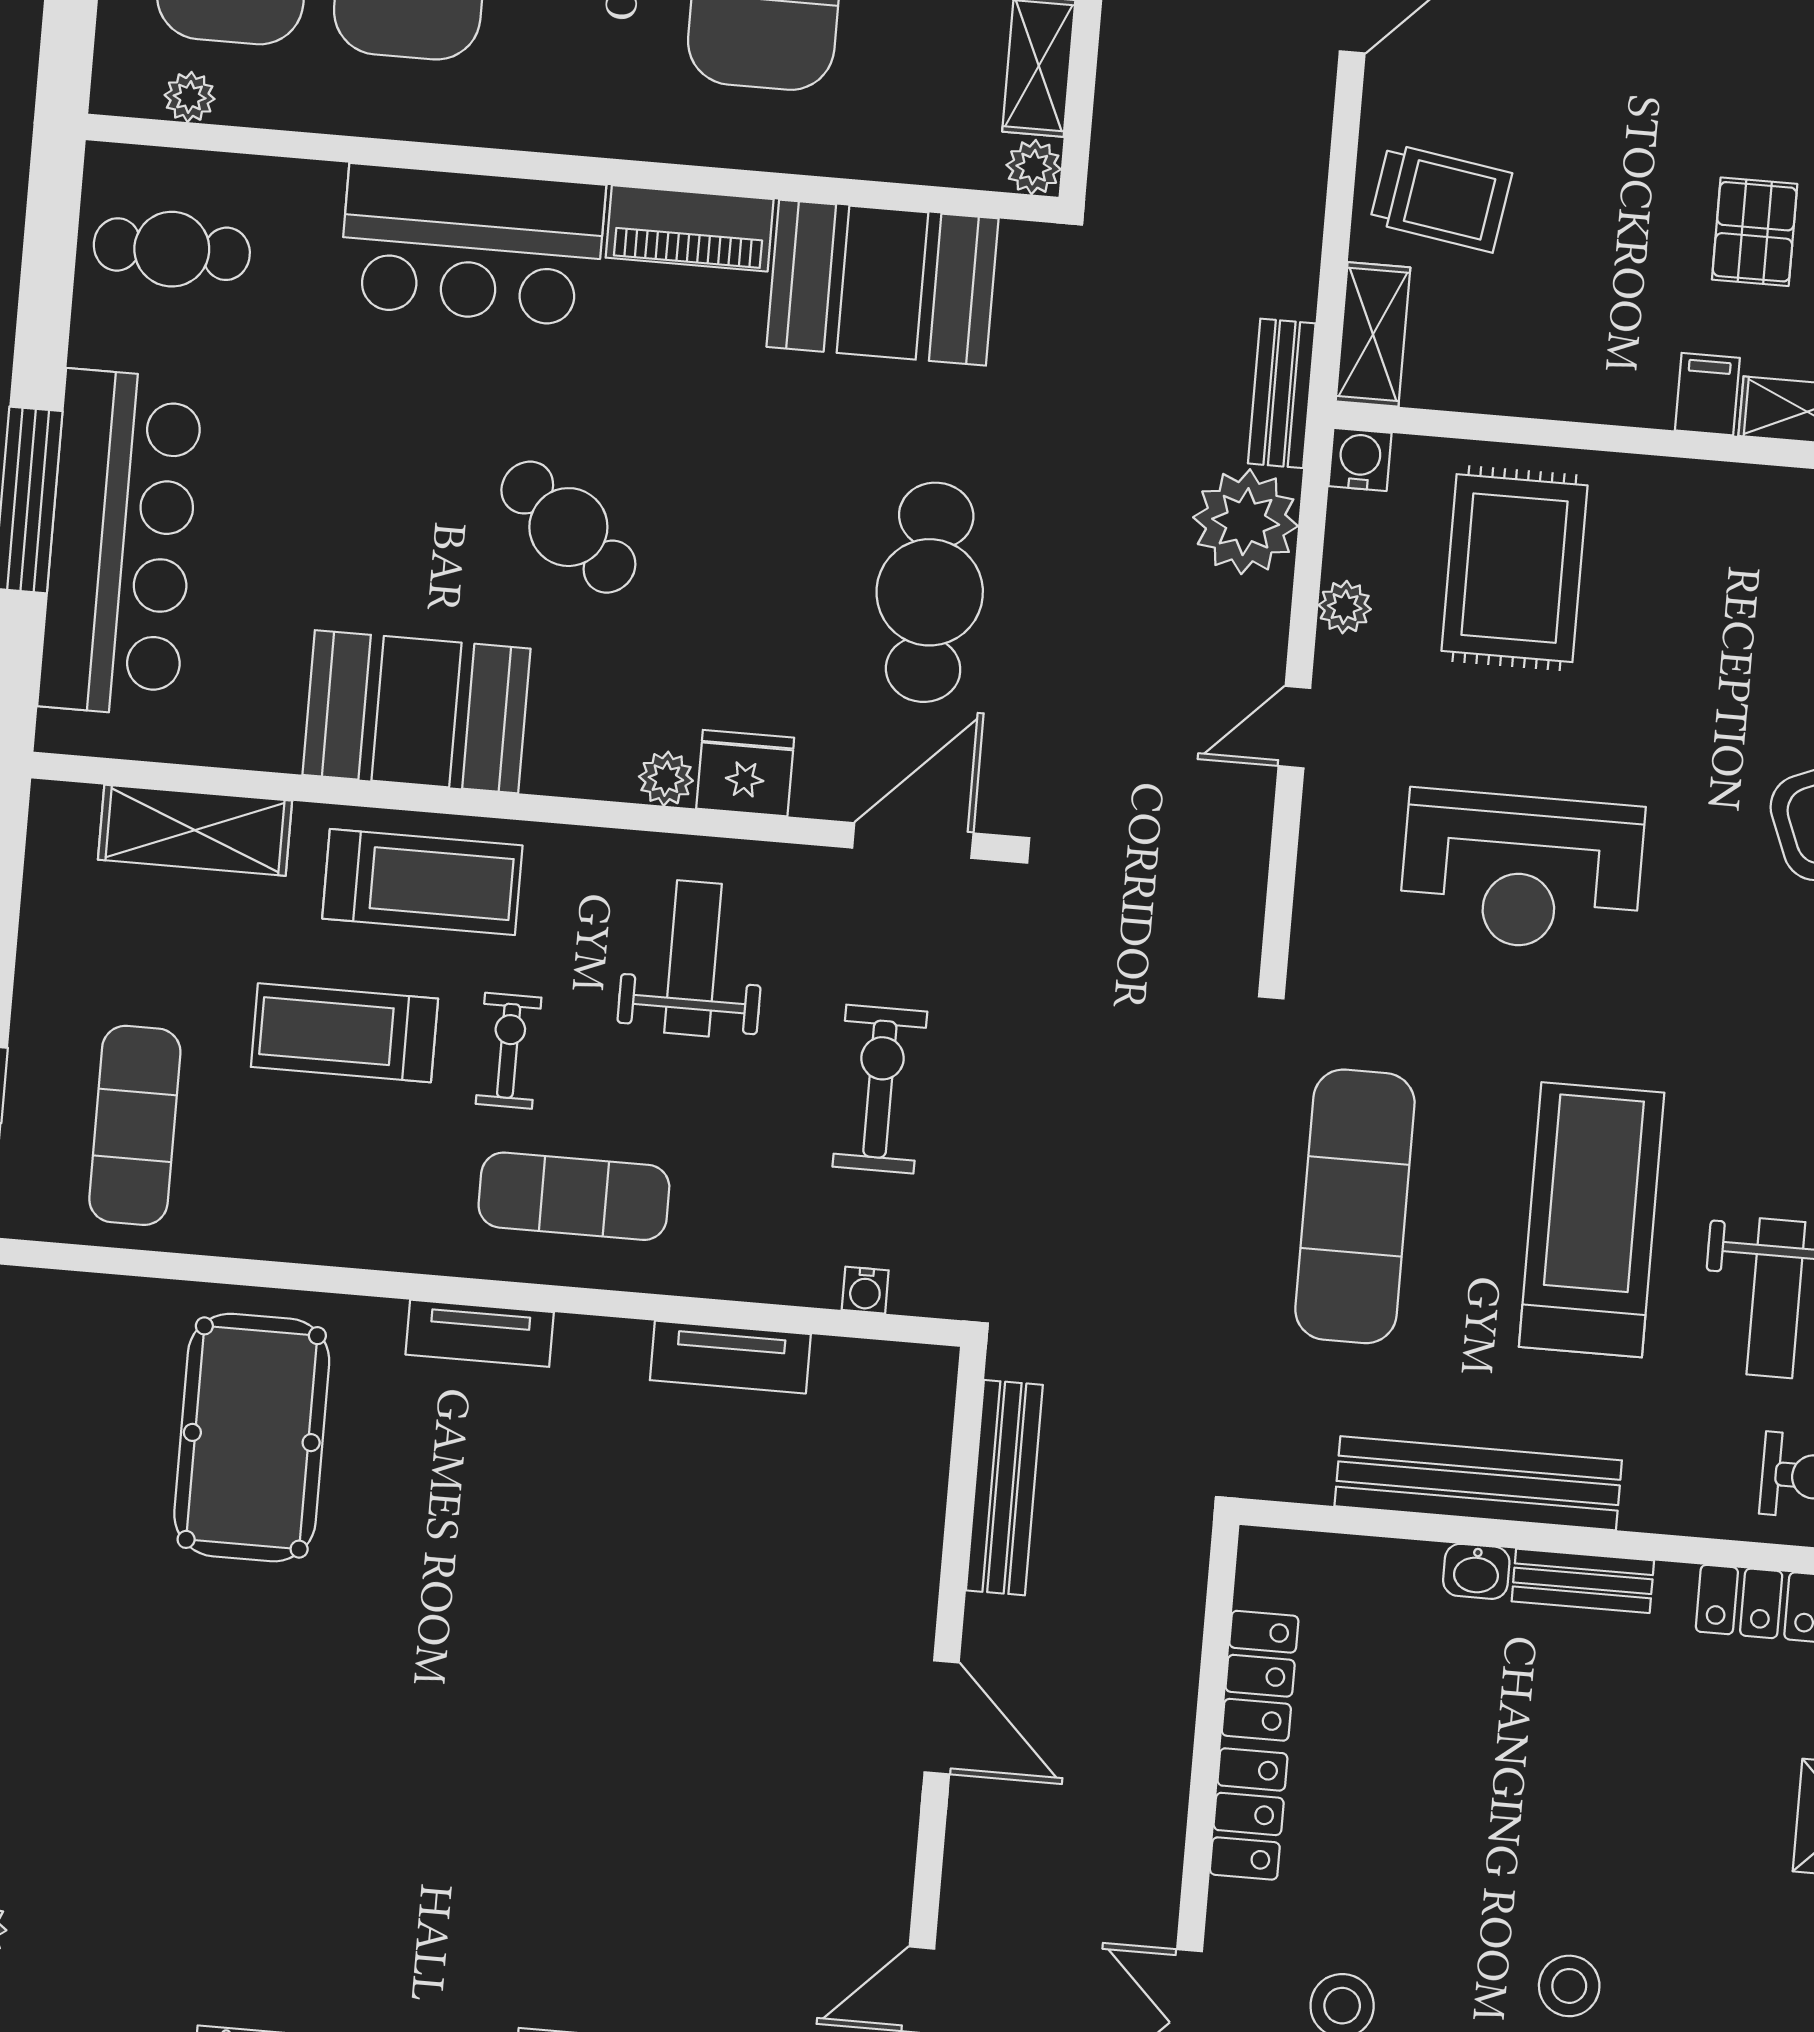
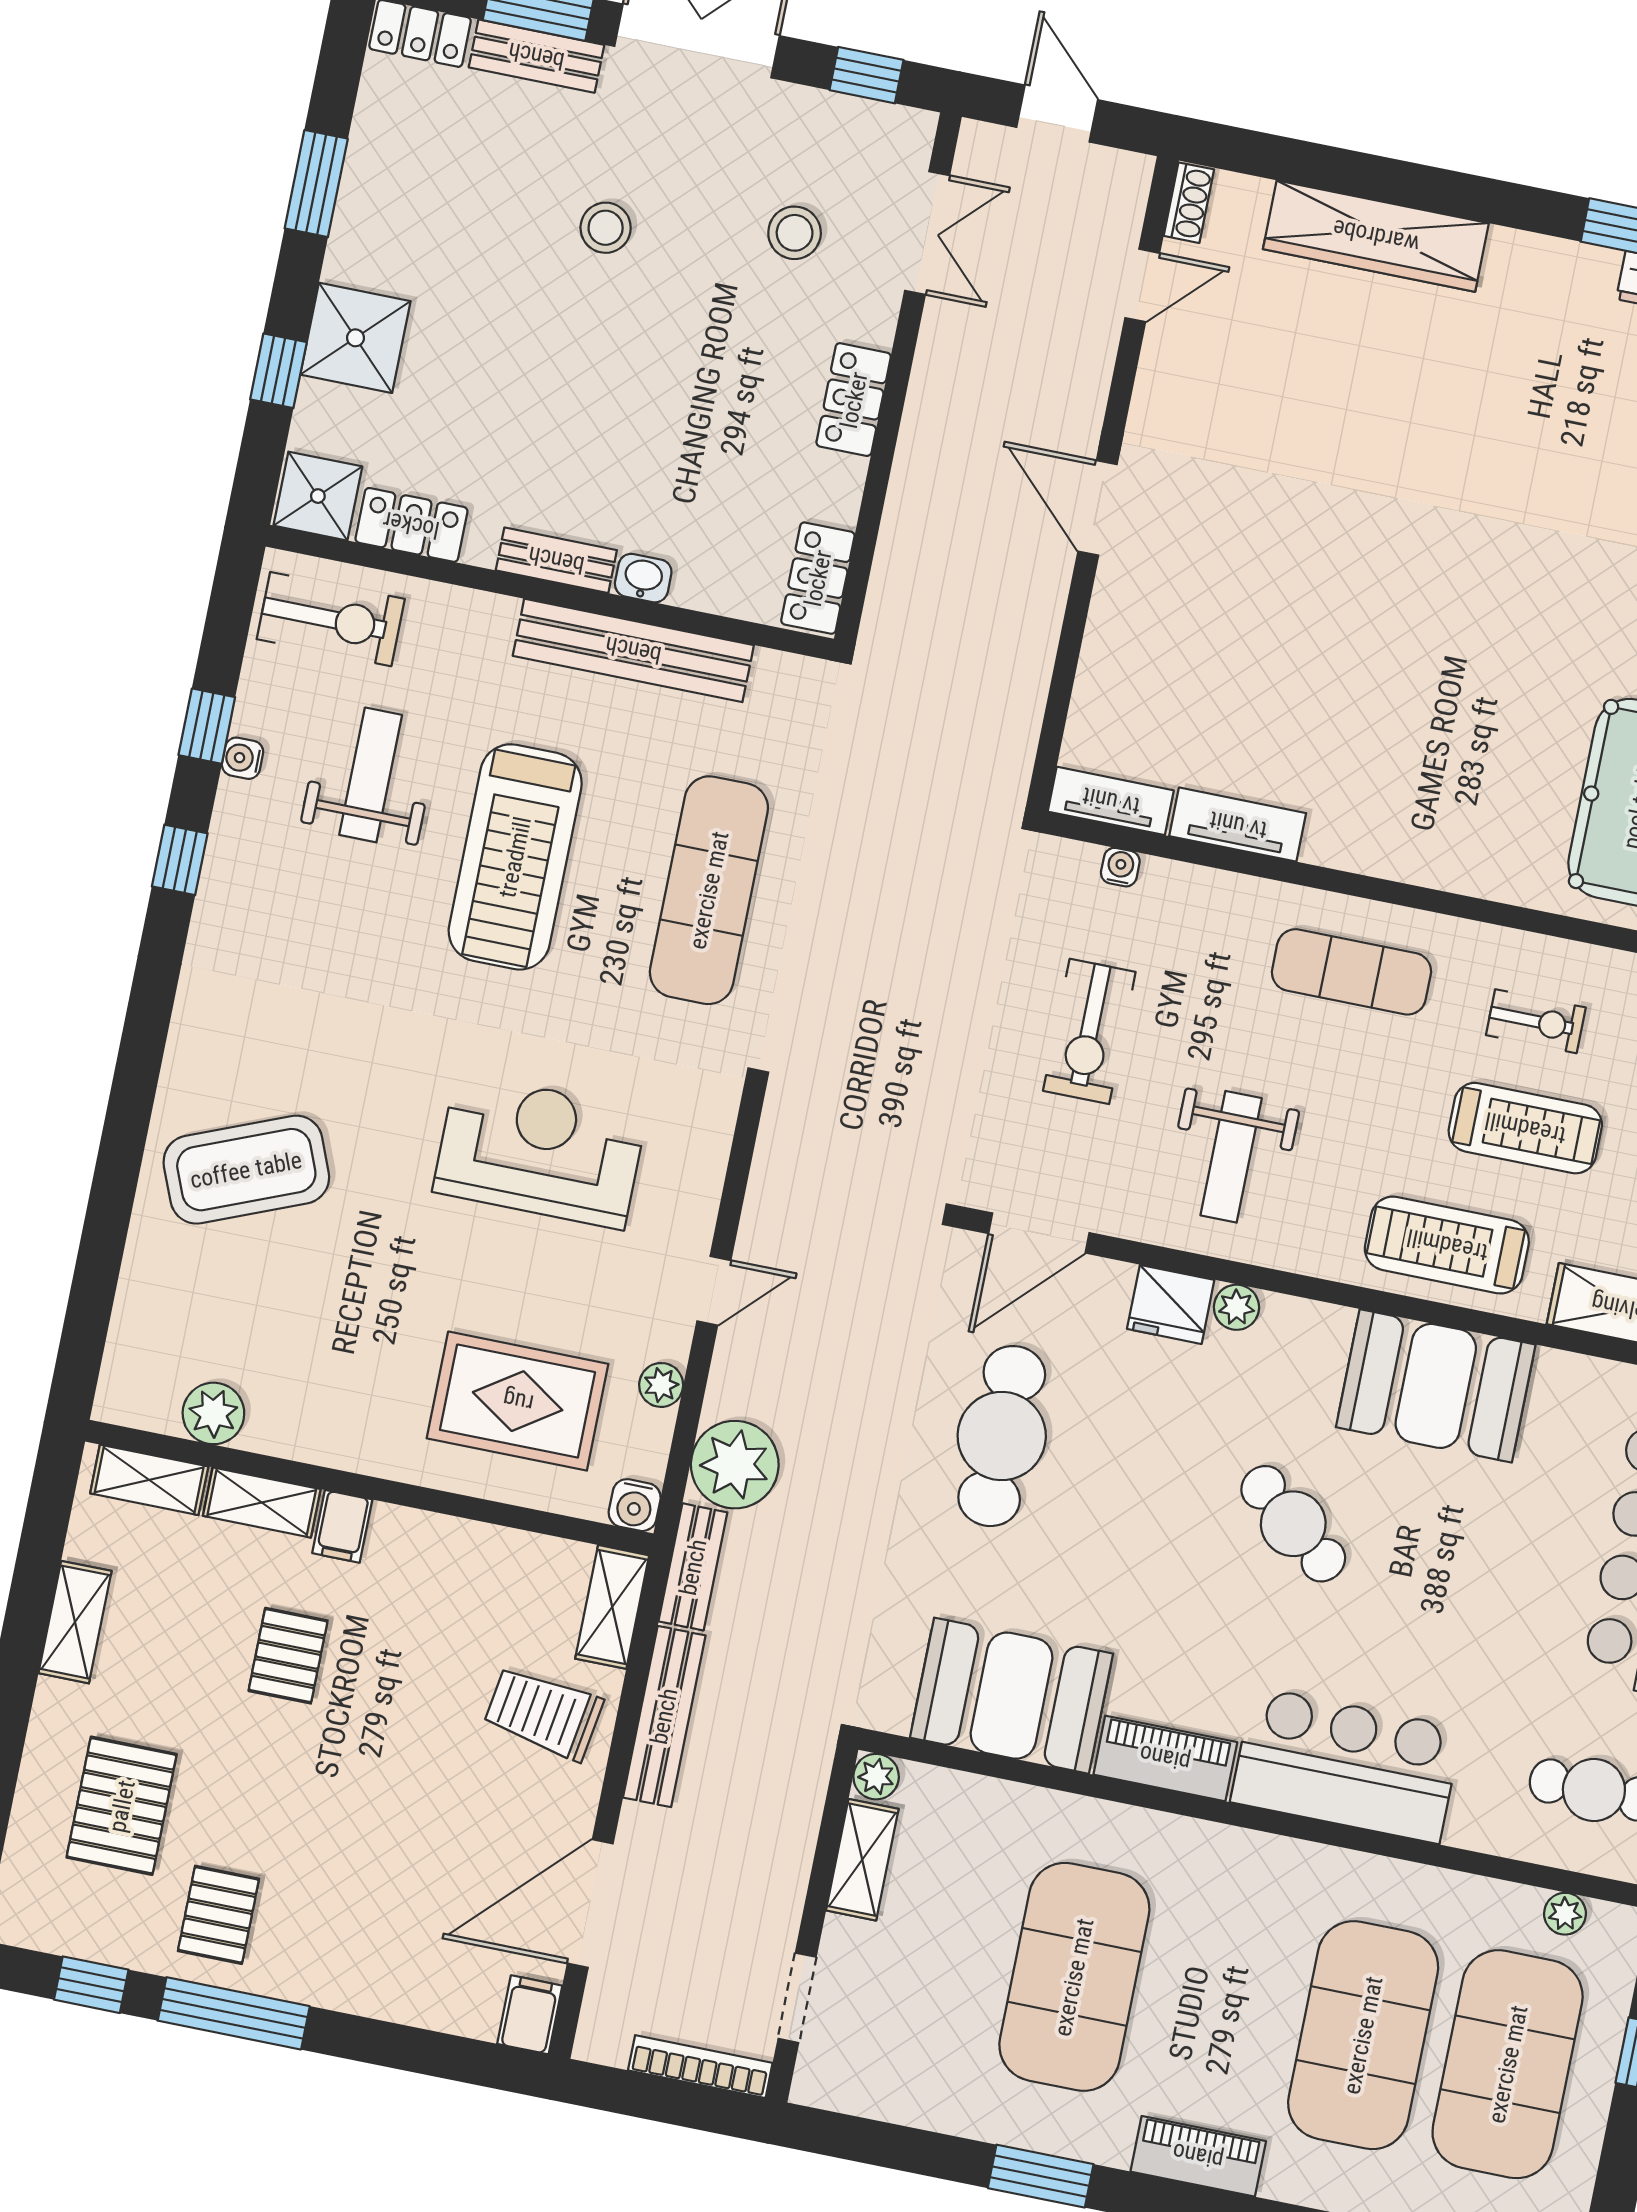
rug: (1514, 568) -> (518, 1401), turned 90
exercise bike: (509, 1051) -> (1536, 1021), moved, turned -90
tv unit: (480, 1333) -> (1111, 801), moved
bench: (1004, 1488) -> (664, 1716), moved
locker: (1260, 1676) -> (818, 578), moved

